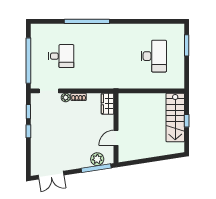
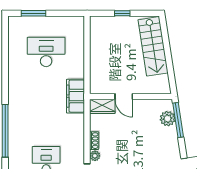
filing cabinet: (116, 81) -> (76, 96), added
stairs: (175, 117) -> (153, 46), moved, turned 81
door: (116, 138) -> (124, 96), moved

